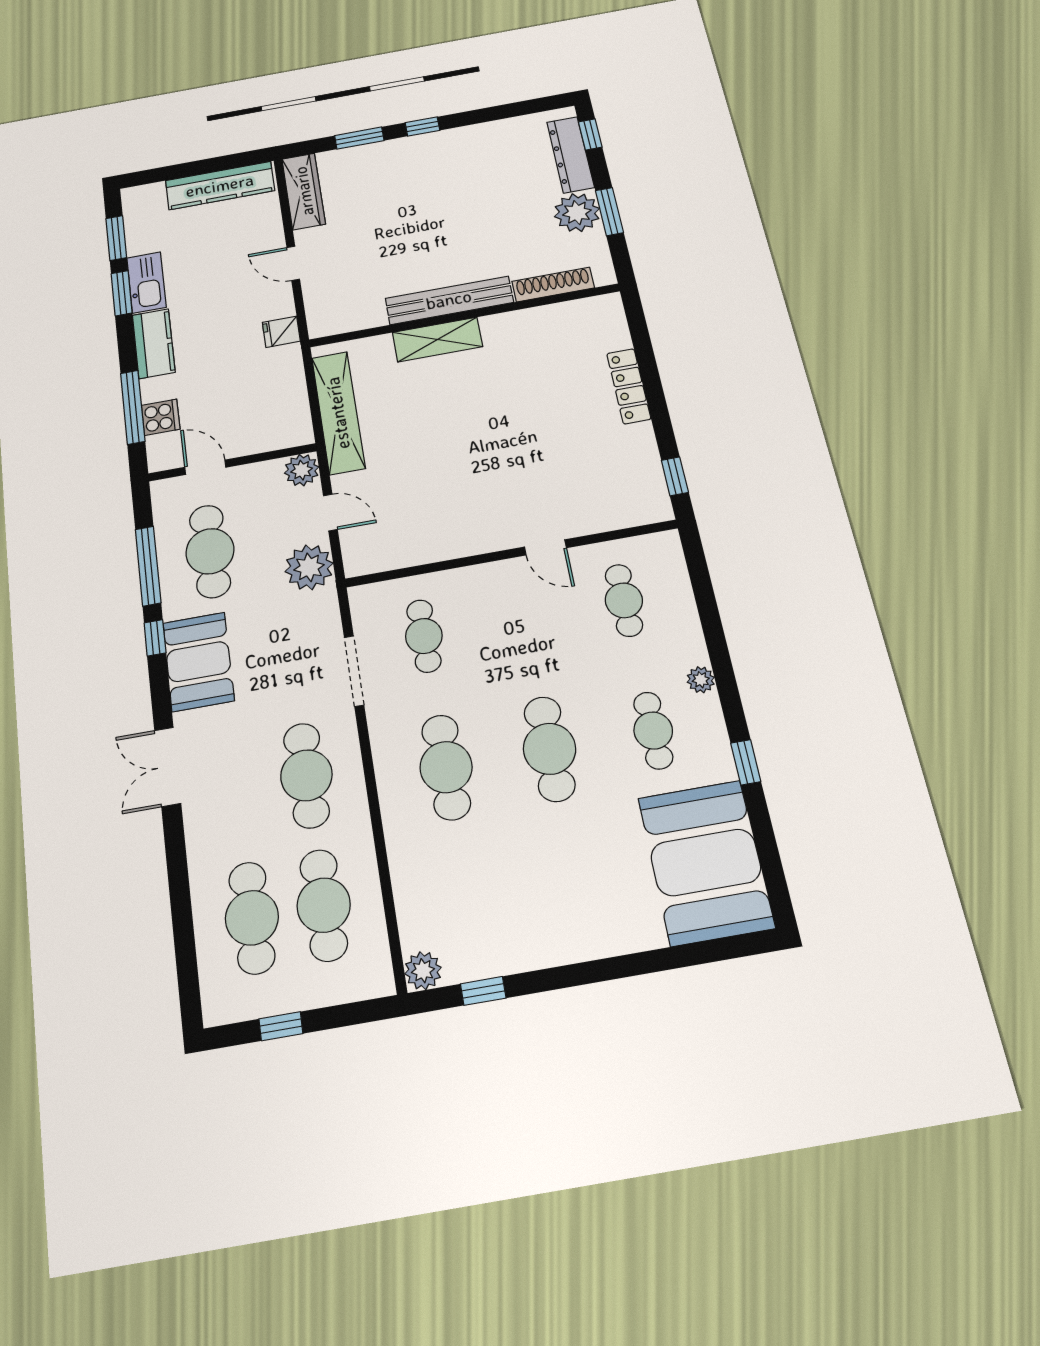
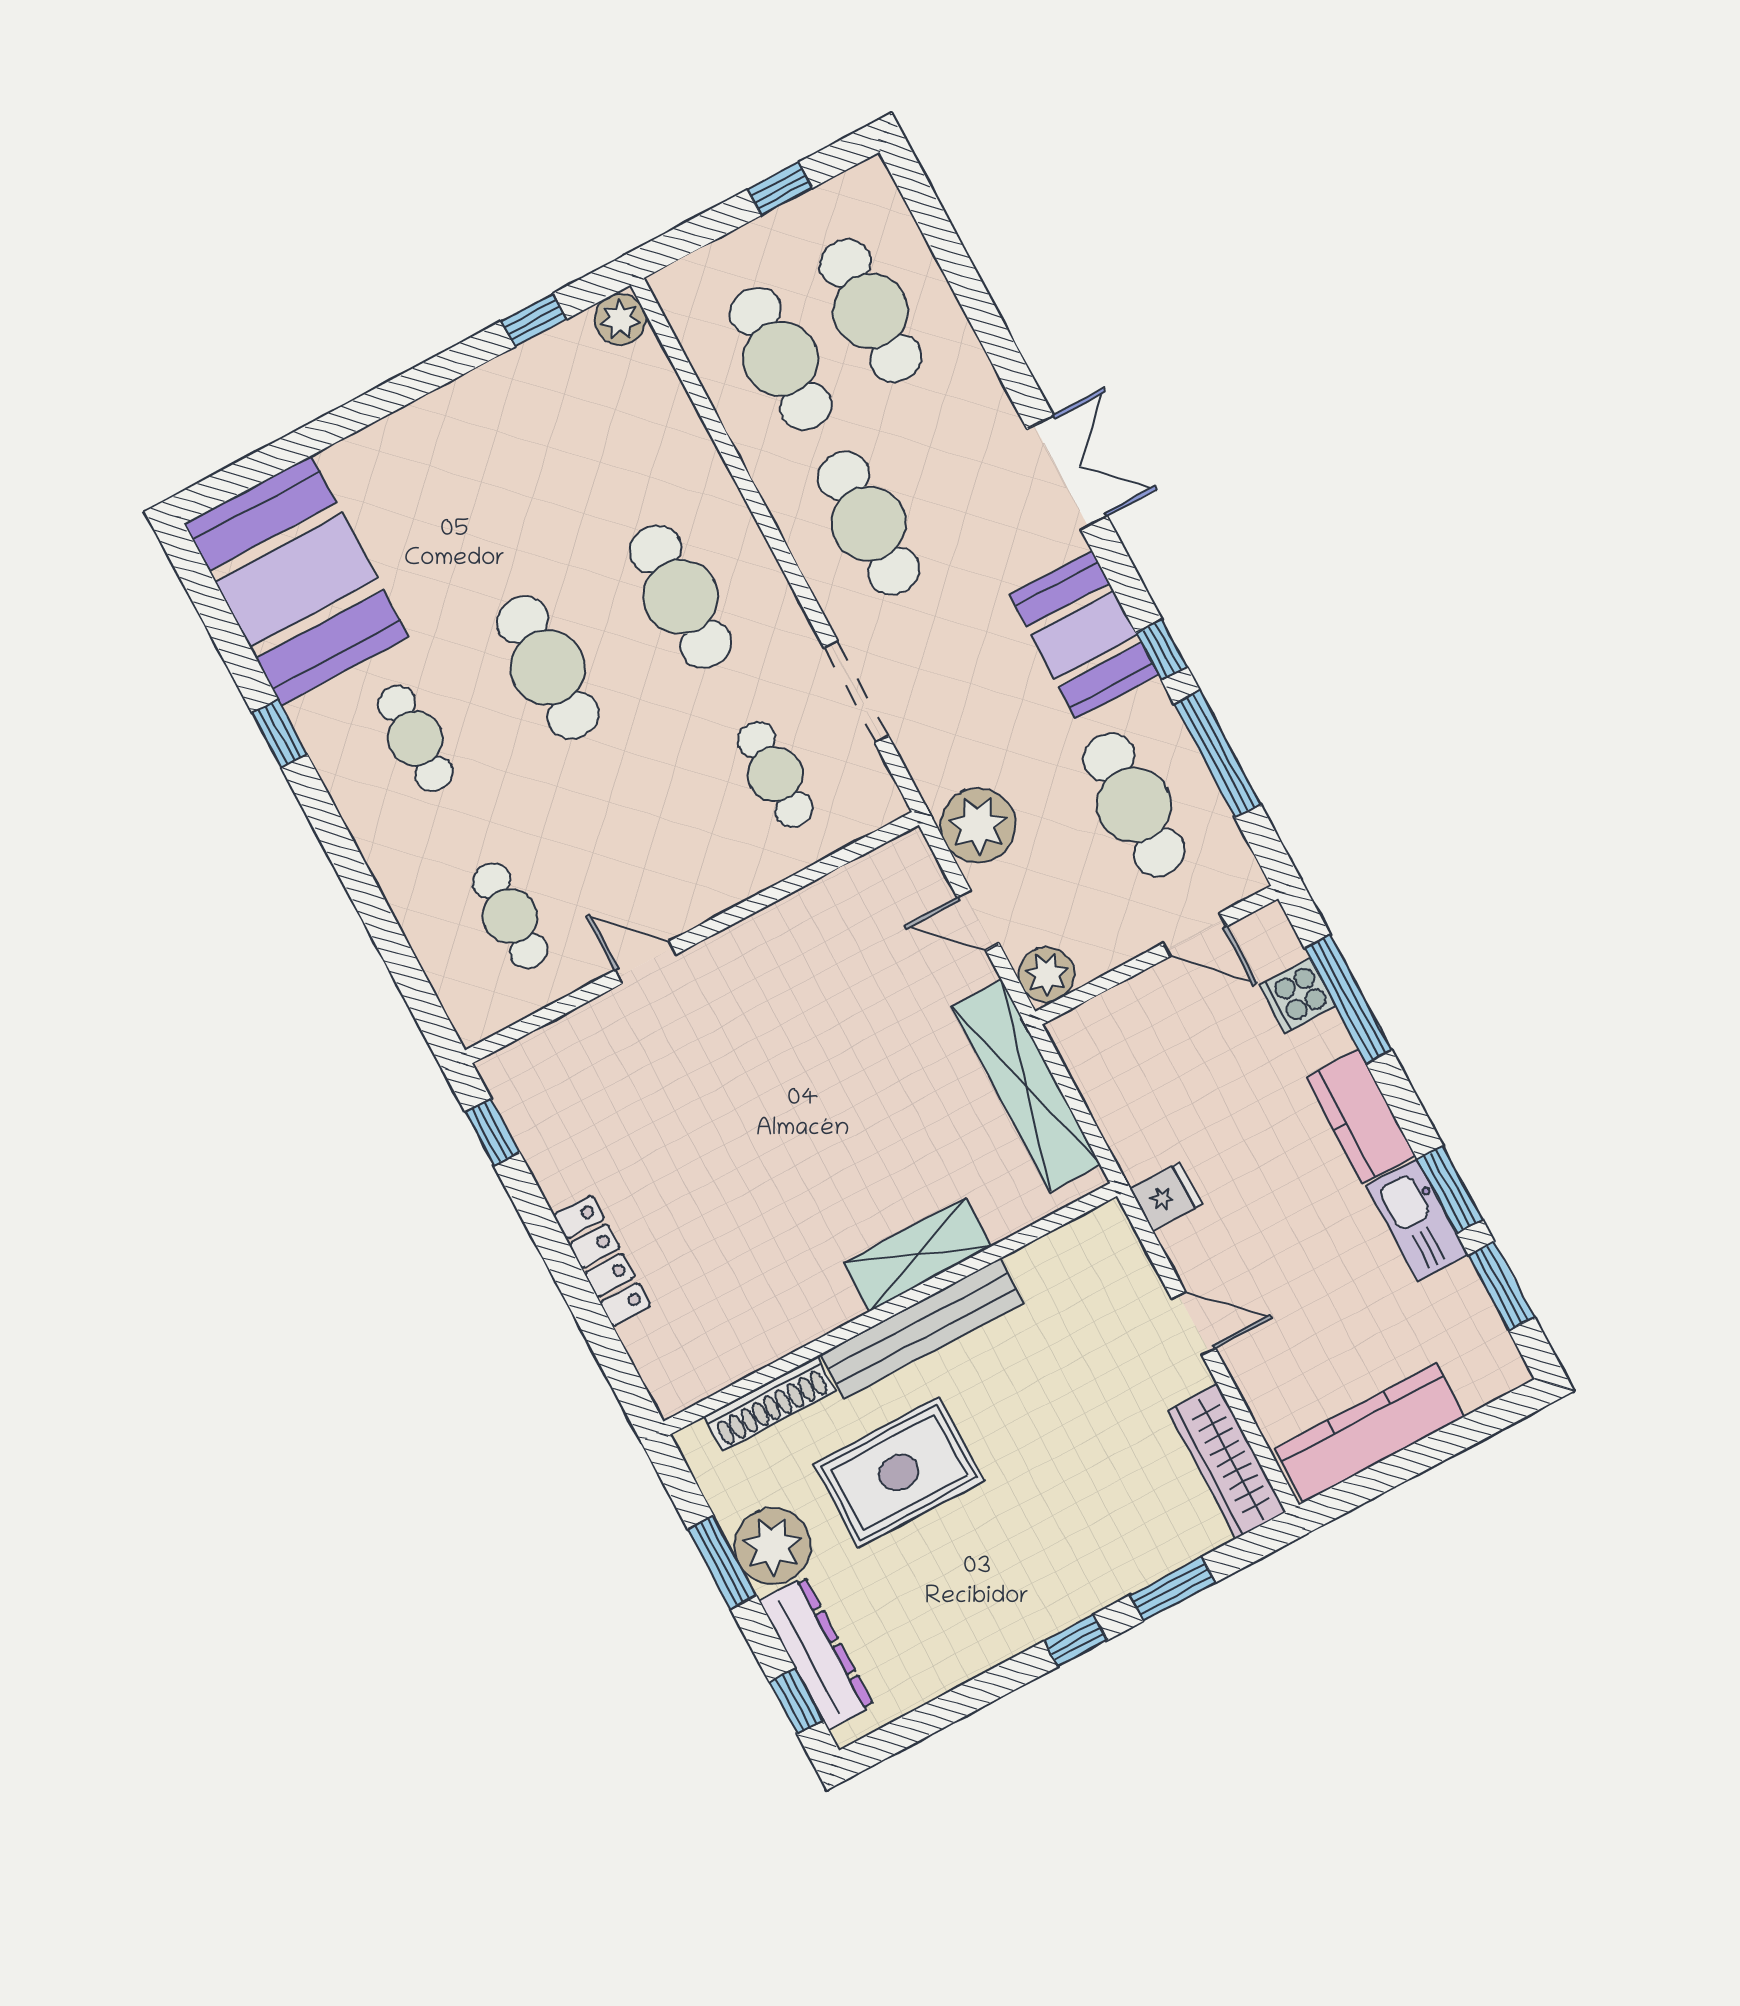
rug: (490, 231) -> (899, 1472), added
plant: (701, 680) -> (371, 832), removed

